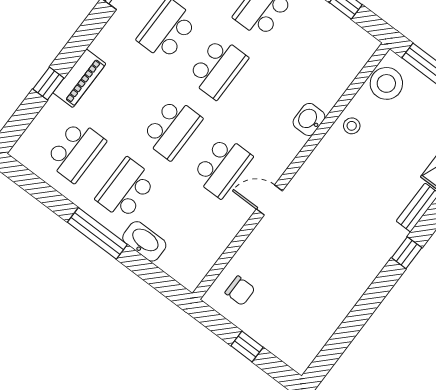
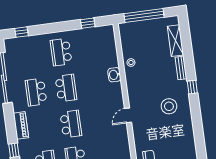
piano: (79, 78) -> (21, 125), moved
stool: (386, 83) -> (169, 106), moved
school desk: (222, 167) -> (101, 120), removed

